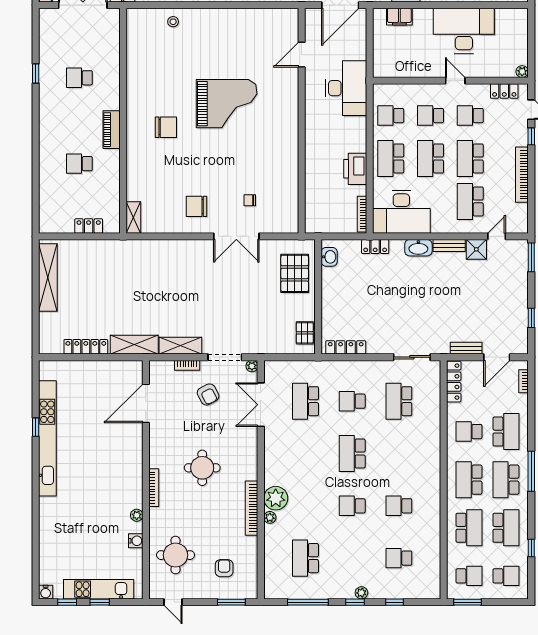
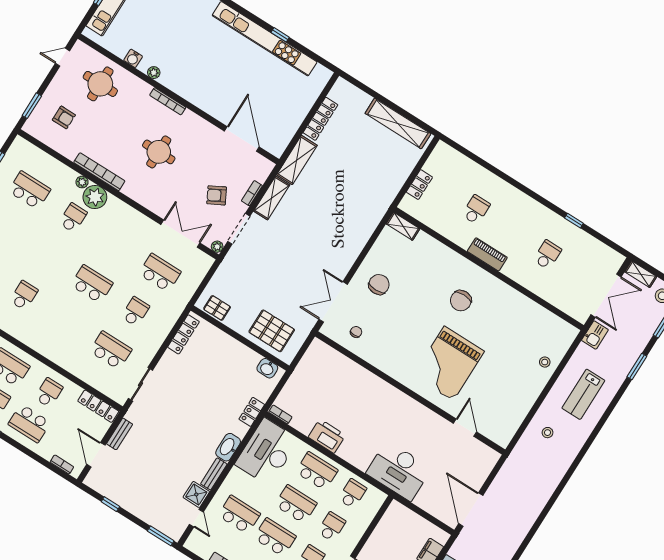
door: (302, 55) -> (465, 428), moved
wall: (302, 121) -> (410, 393), moved
bookcase: (362, 214) -> (280, 415), width x0.64
school desk: (352, 506) -> (73, 218), moved

